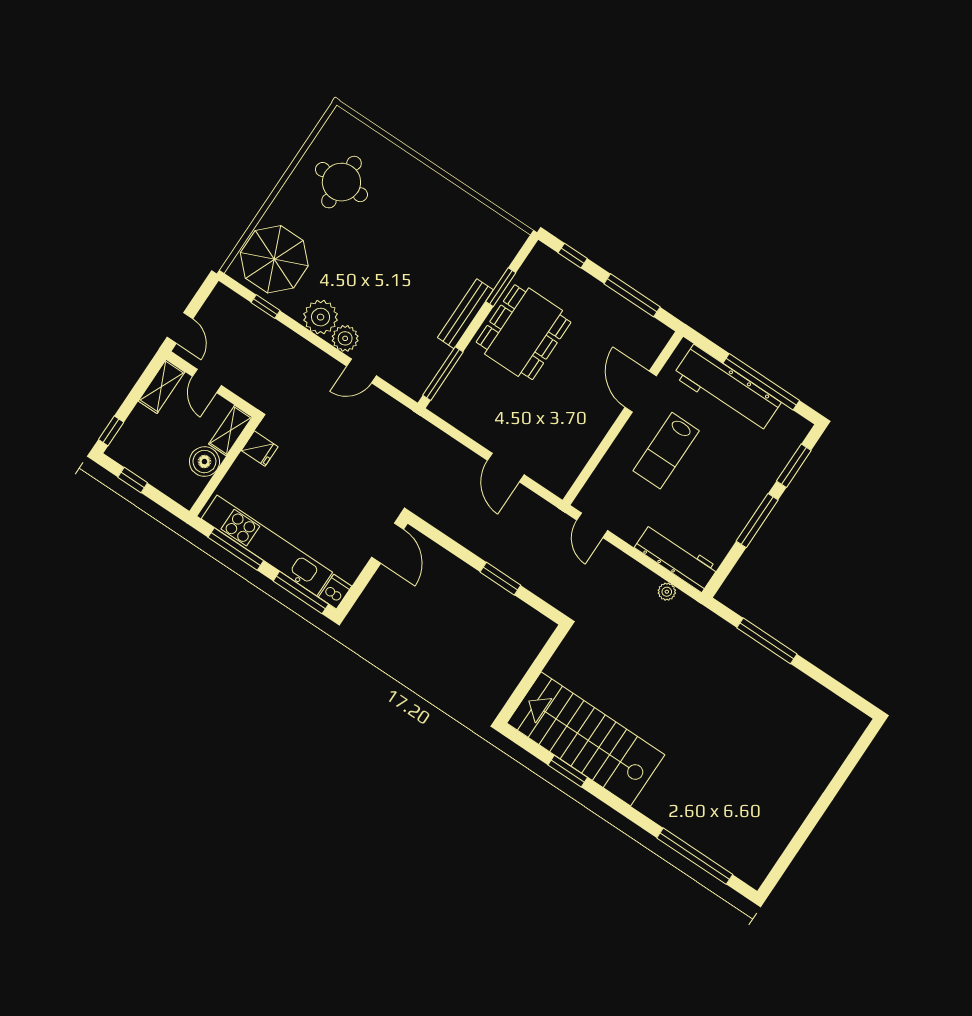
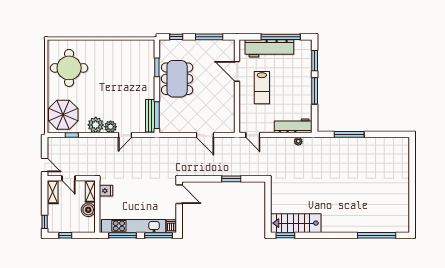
round table: (341, 182) -> (69, 68), width x1.36, depth x1.36
bench: (465, 314) -> (150, 116), moved
stairs: (586, 739) -> (296, 223), width x0.73, depth x0.66
window: (568, 771) -> (285, 235), moved

